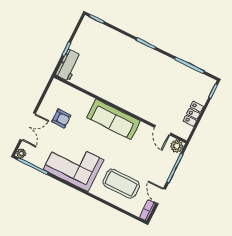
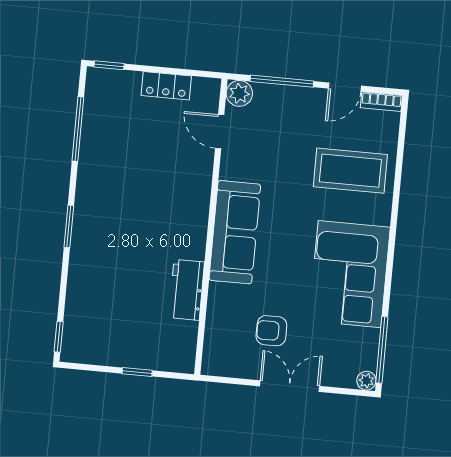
workbench: (68, 65) -> (187, 290), moved, turned -90
armchair: (61, 118) -> (271, 331), turned -90
double door: (28, 126) -> (290, 386), moved
door: (163, 130) -> (220, 132), swing flipped
coffee table: (121, 184) -> (350, 171), turned 90

